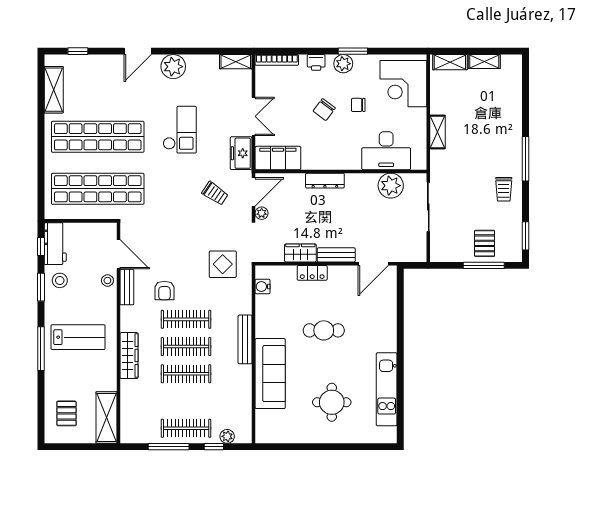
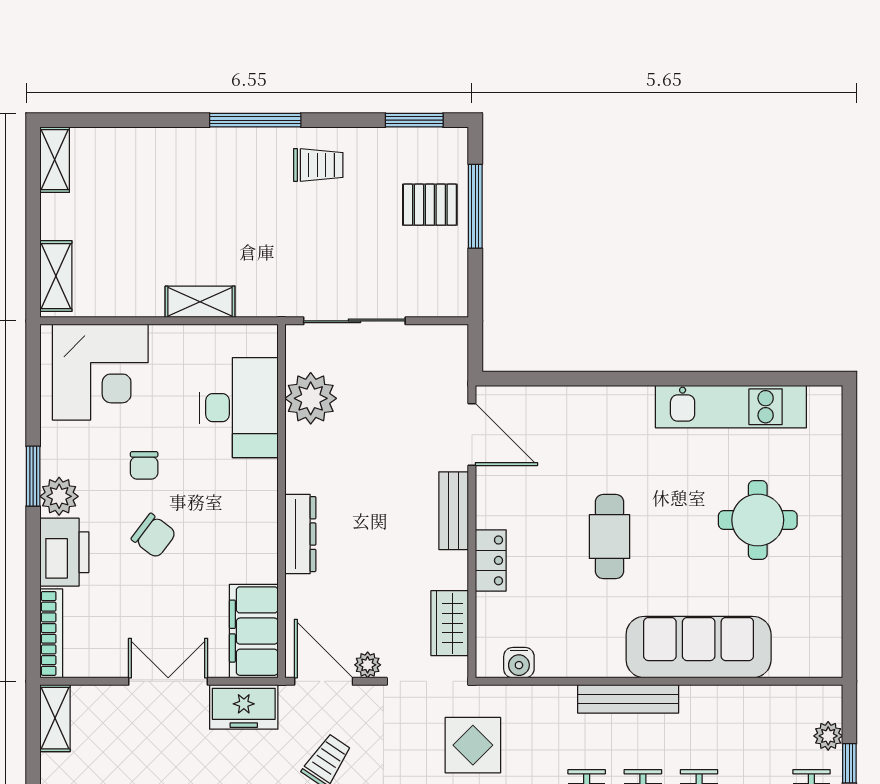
printer: (316, 62) -> (64, 552), width x1.87, depth x1.48
shelving: (484, 62) -> (55, 160), moved
wardrobe: (300, 253) -> (450, 623), moved

